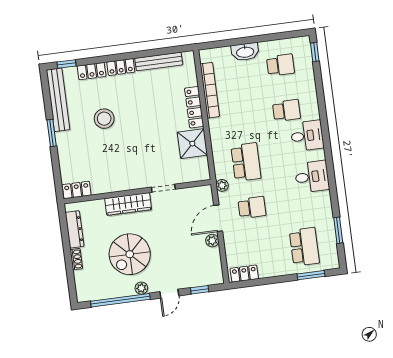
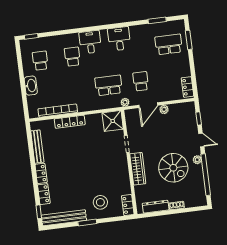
stool: (104, 119) -> (100, 202), moved
shower: (192, 144) -> (113, 121), moved
door: (218, 218) -> (148, 105), hinge flipped

